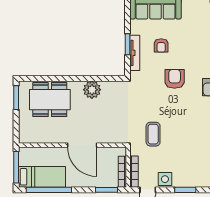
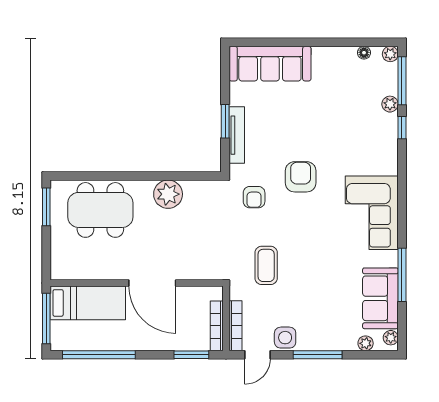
armchair: (161, 45) -> (254, 197), moved
bed: (42, 177) -> (88, 303), moved
window: (185, 190) -> (318, 355), width x1.44

